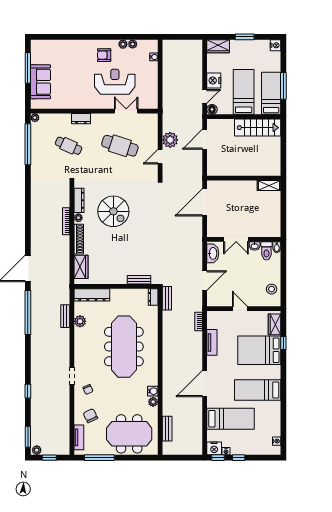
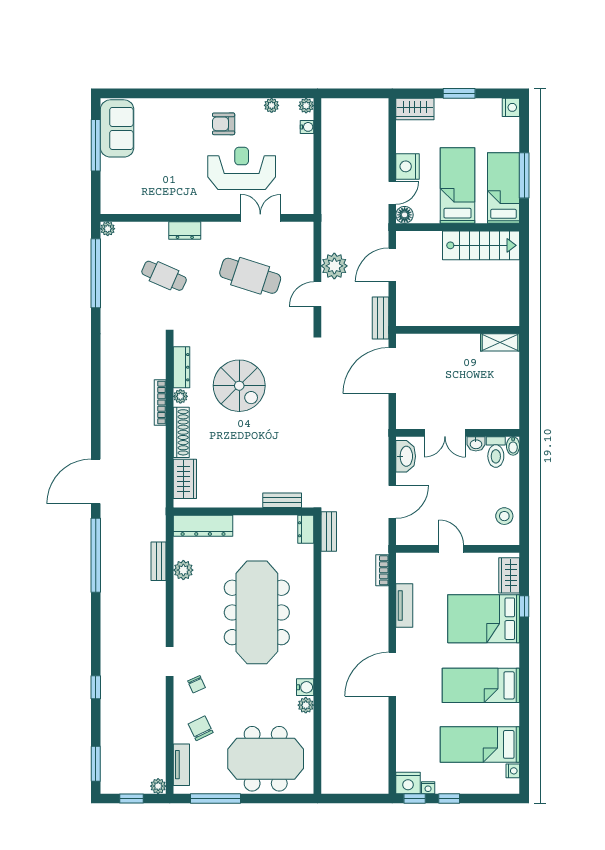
plant: (123, 44) -> (306, 106), moved
sofa: (41, 82) -> (117, 128), moved
bed: (231, 419) -> (480, 744), moved, turned 180
bench: (167, 429) -> (380, 318), moved
plant: (37, 450) -> (158, 786), moved

